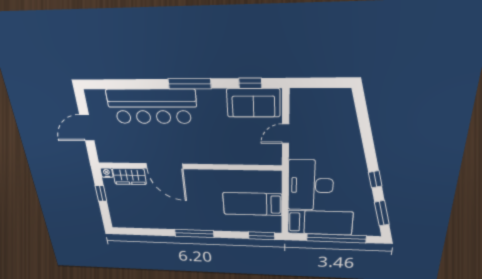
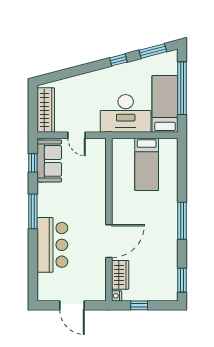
wardrobe: (318, 99) -> (46, 110), added
bar counter: (152, 107) -> (52, 245), width x0.73
window: (262, 236) -> (182, 280), moved

